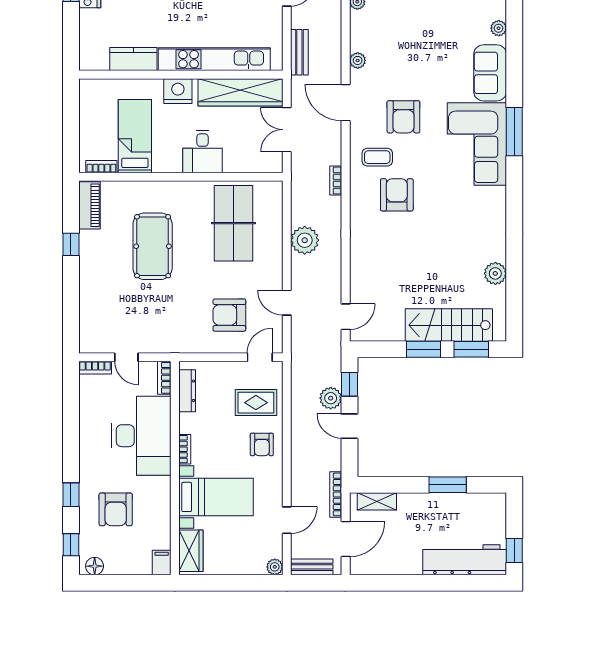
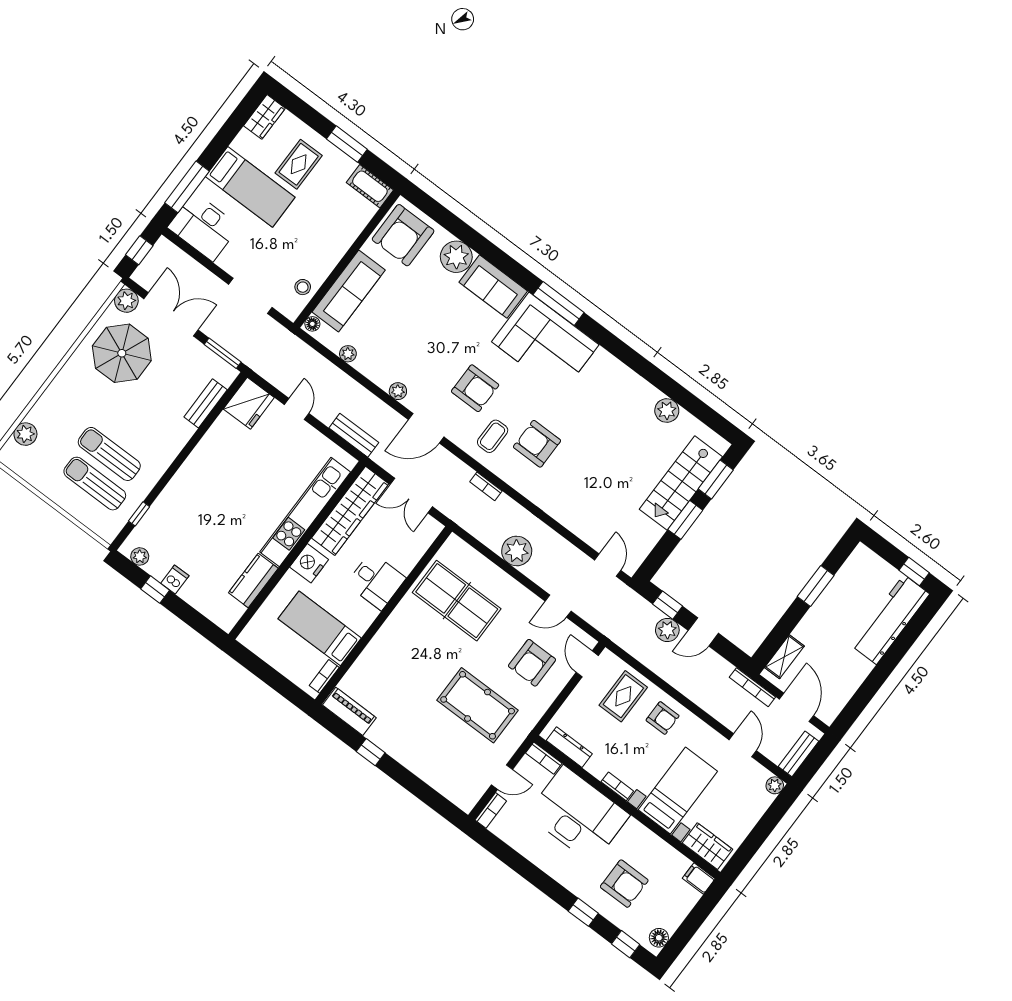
plant: (499, 28) -> (456, 257), width x1.88, depth x1.88
pool table: (153, 246) -> (478, 705), moved

